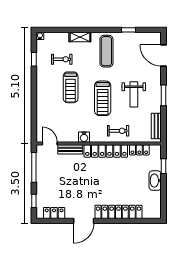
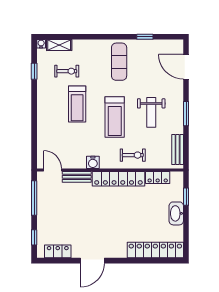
shelving: (80, 37) -> (59, 45), moved
locker: (119, 212) -> (155, 250), moved

